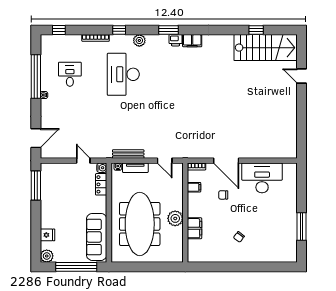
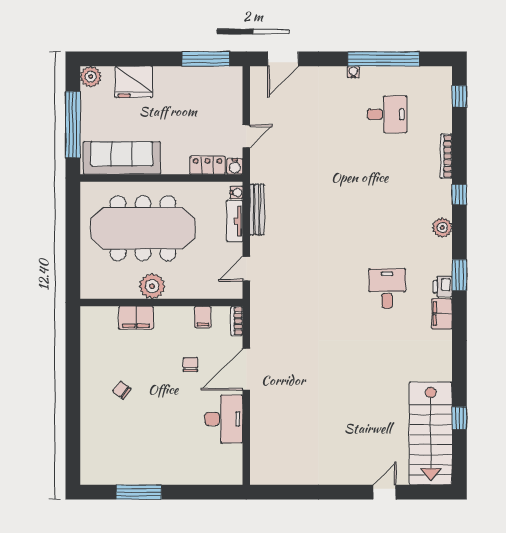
desk: (123, 74) -> (387, 289), moved, width x0.53, depth x0.77
door: (36, 138) -> (283, 59), hinge flipped
desk: (262, 178) -> (224, 419), width x0.73, depth x0.77
fridge: (47, 235) -> (134, 82), width x1.88, depth x1.34

